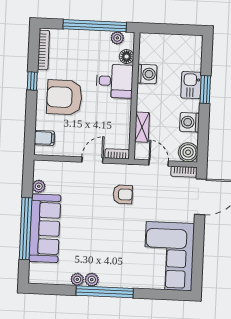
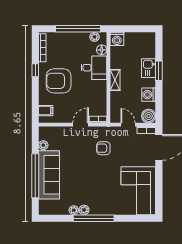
washing machine: (147, 74) -> (117, 39), moved, turned 90
shelving: (142, 127) -> (115, 80), moved
armchair: (123, 194) -> (103, 148), turned 180

